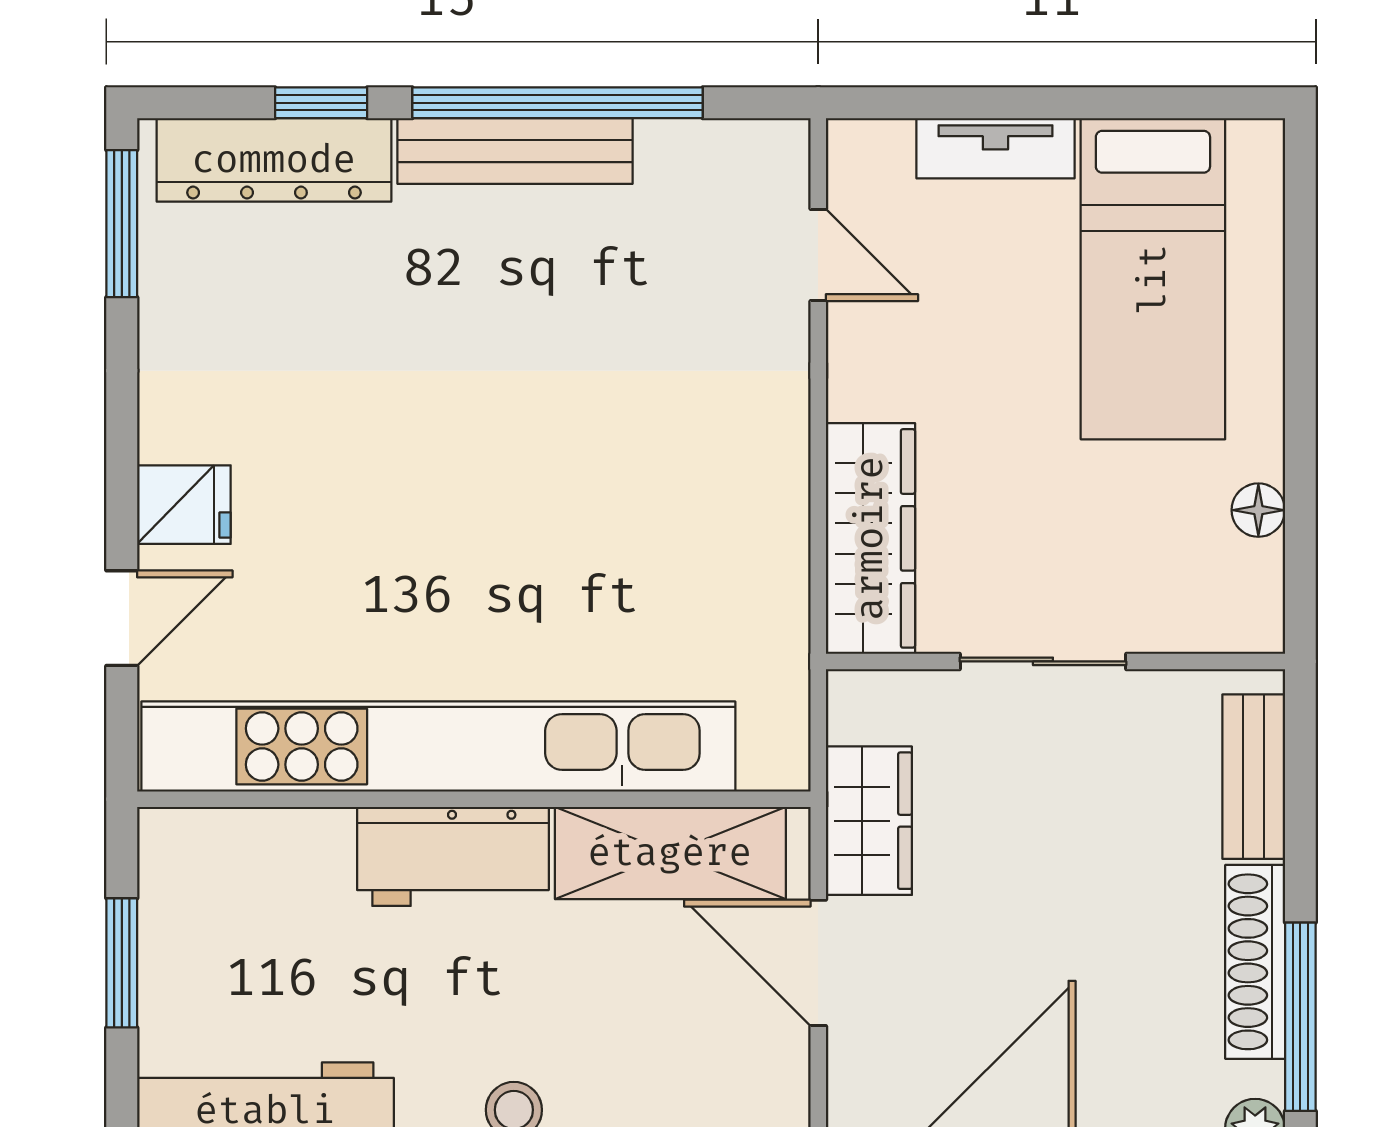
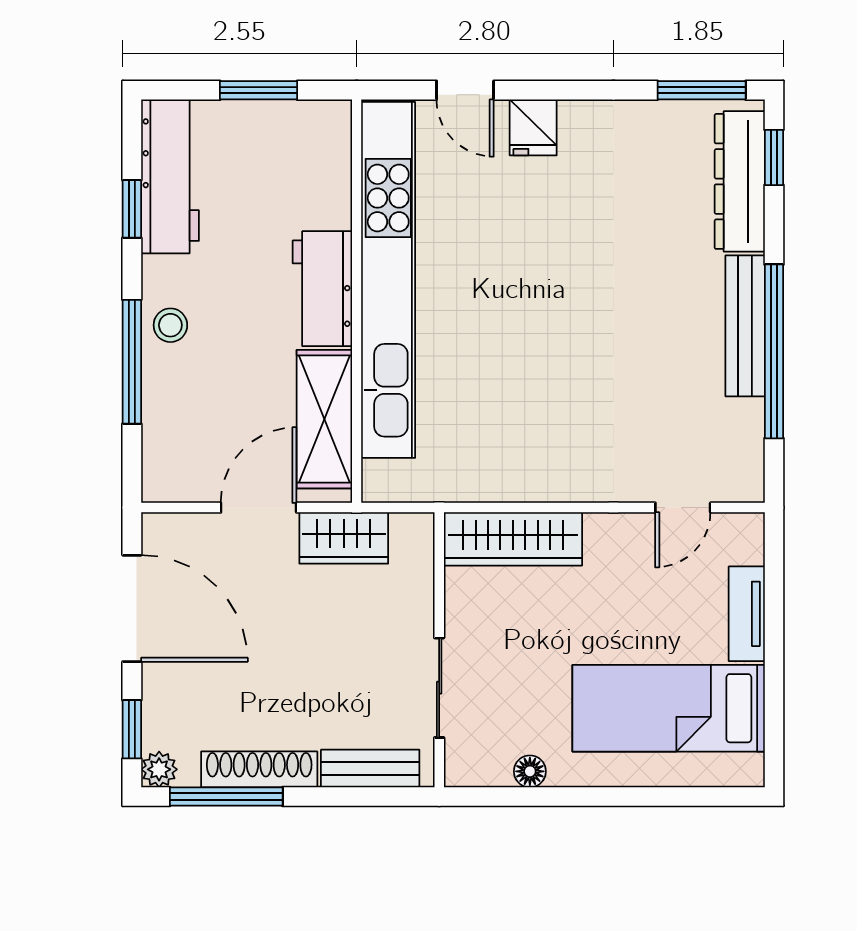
window: (321, 103) -> (774, 157), moved
sliding door: (1043, 661) -> (439, 688), moved

